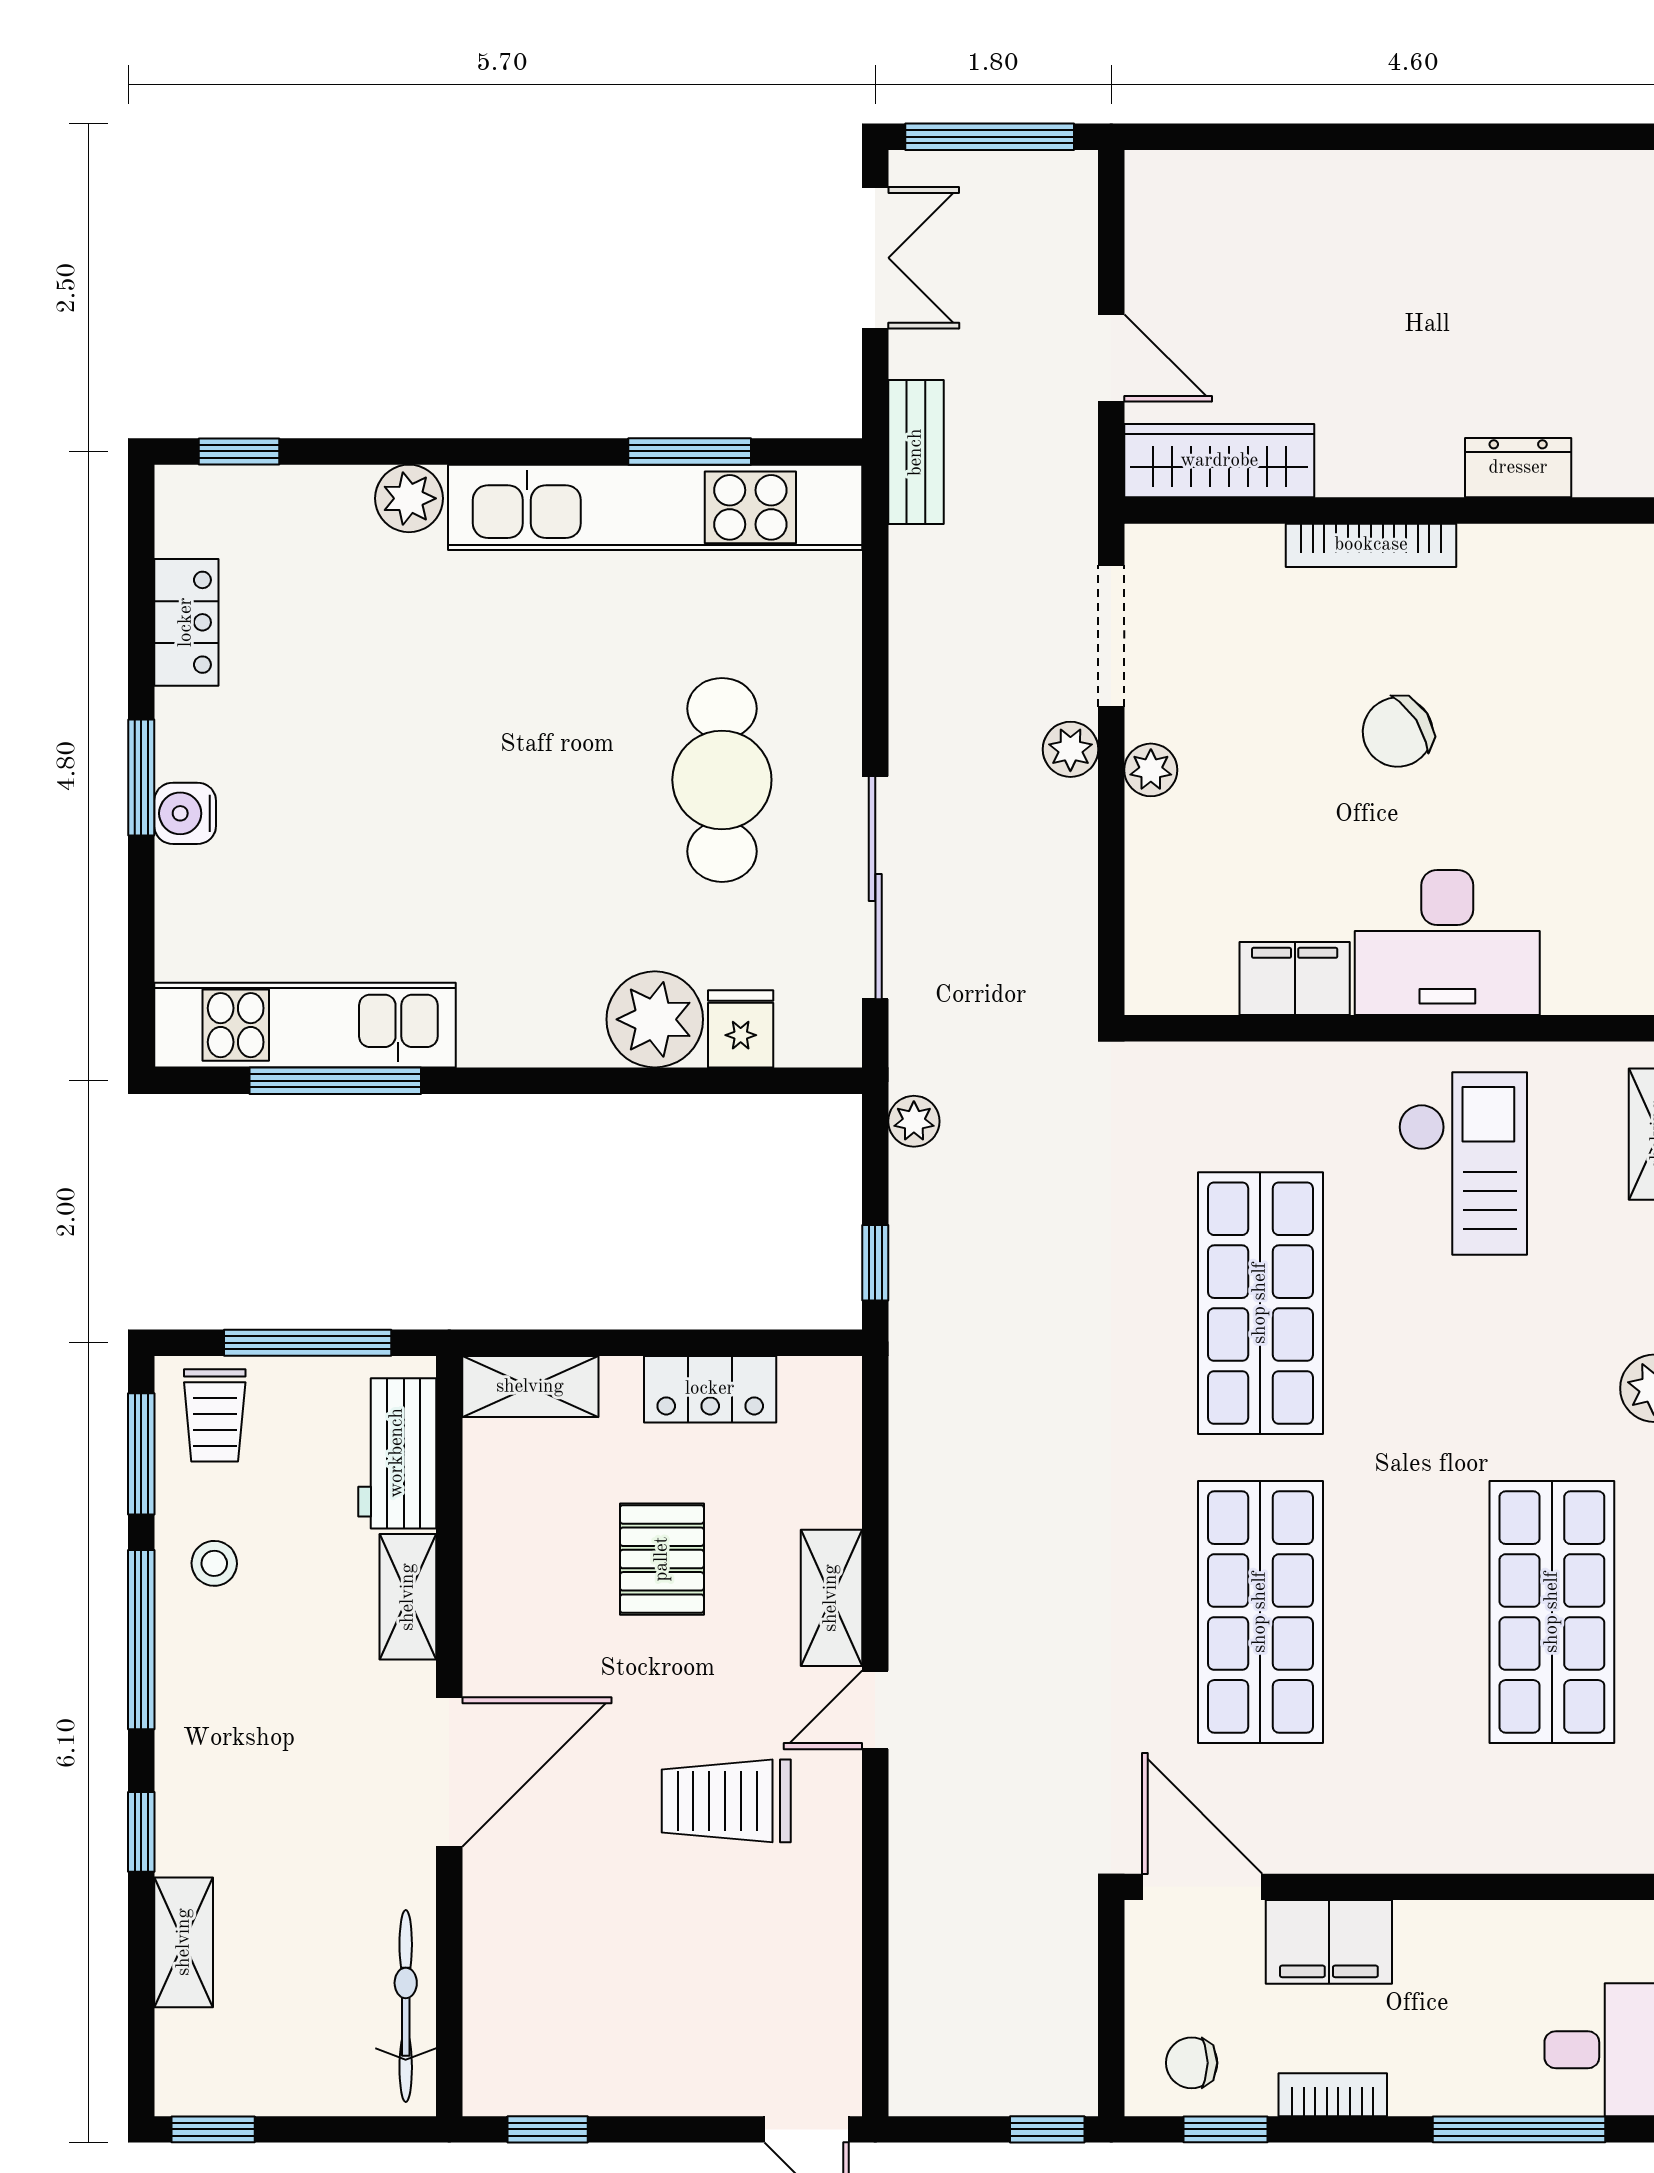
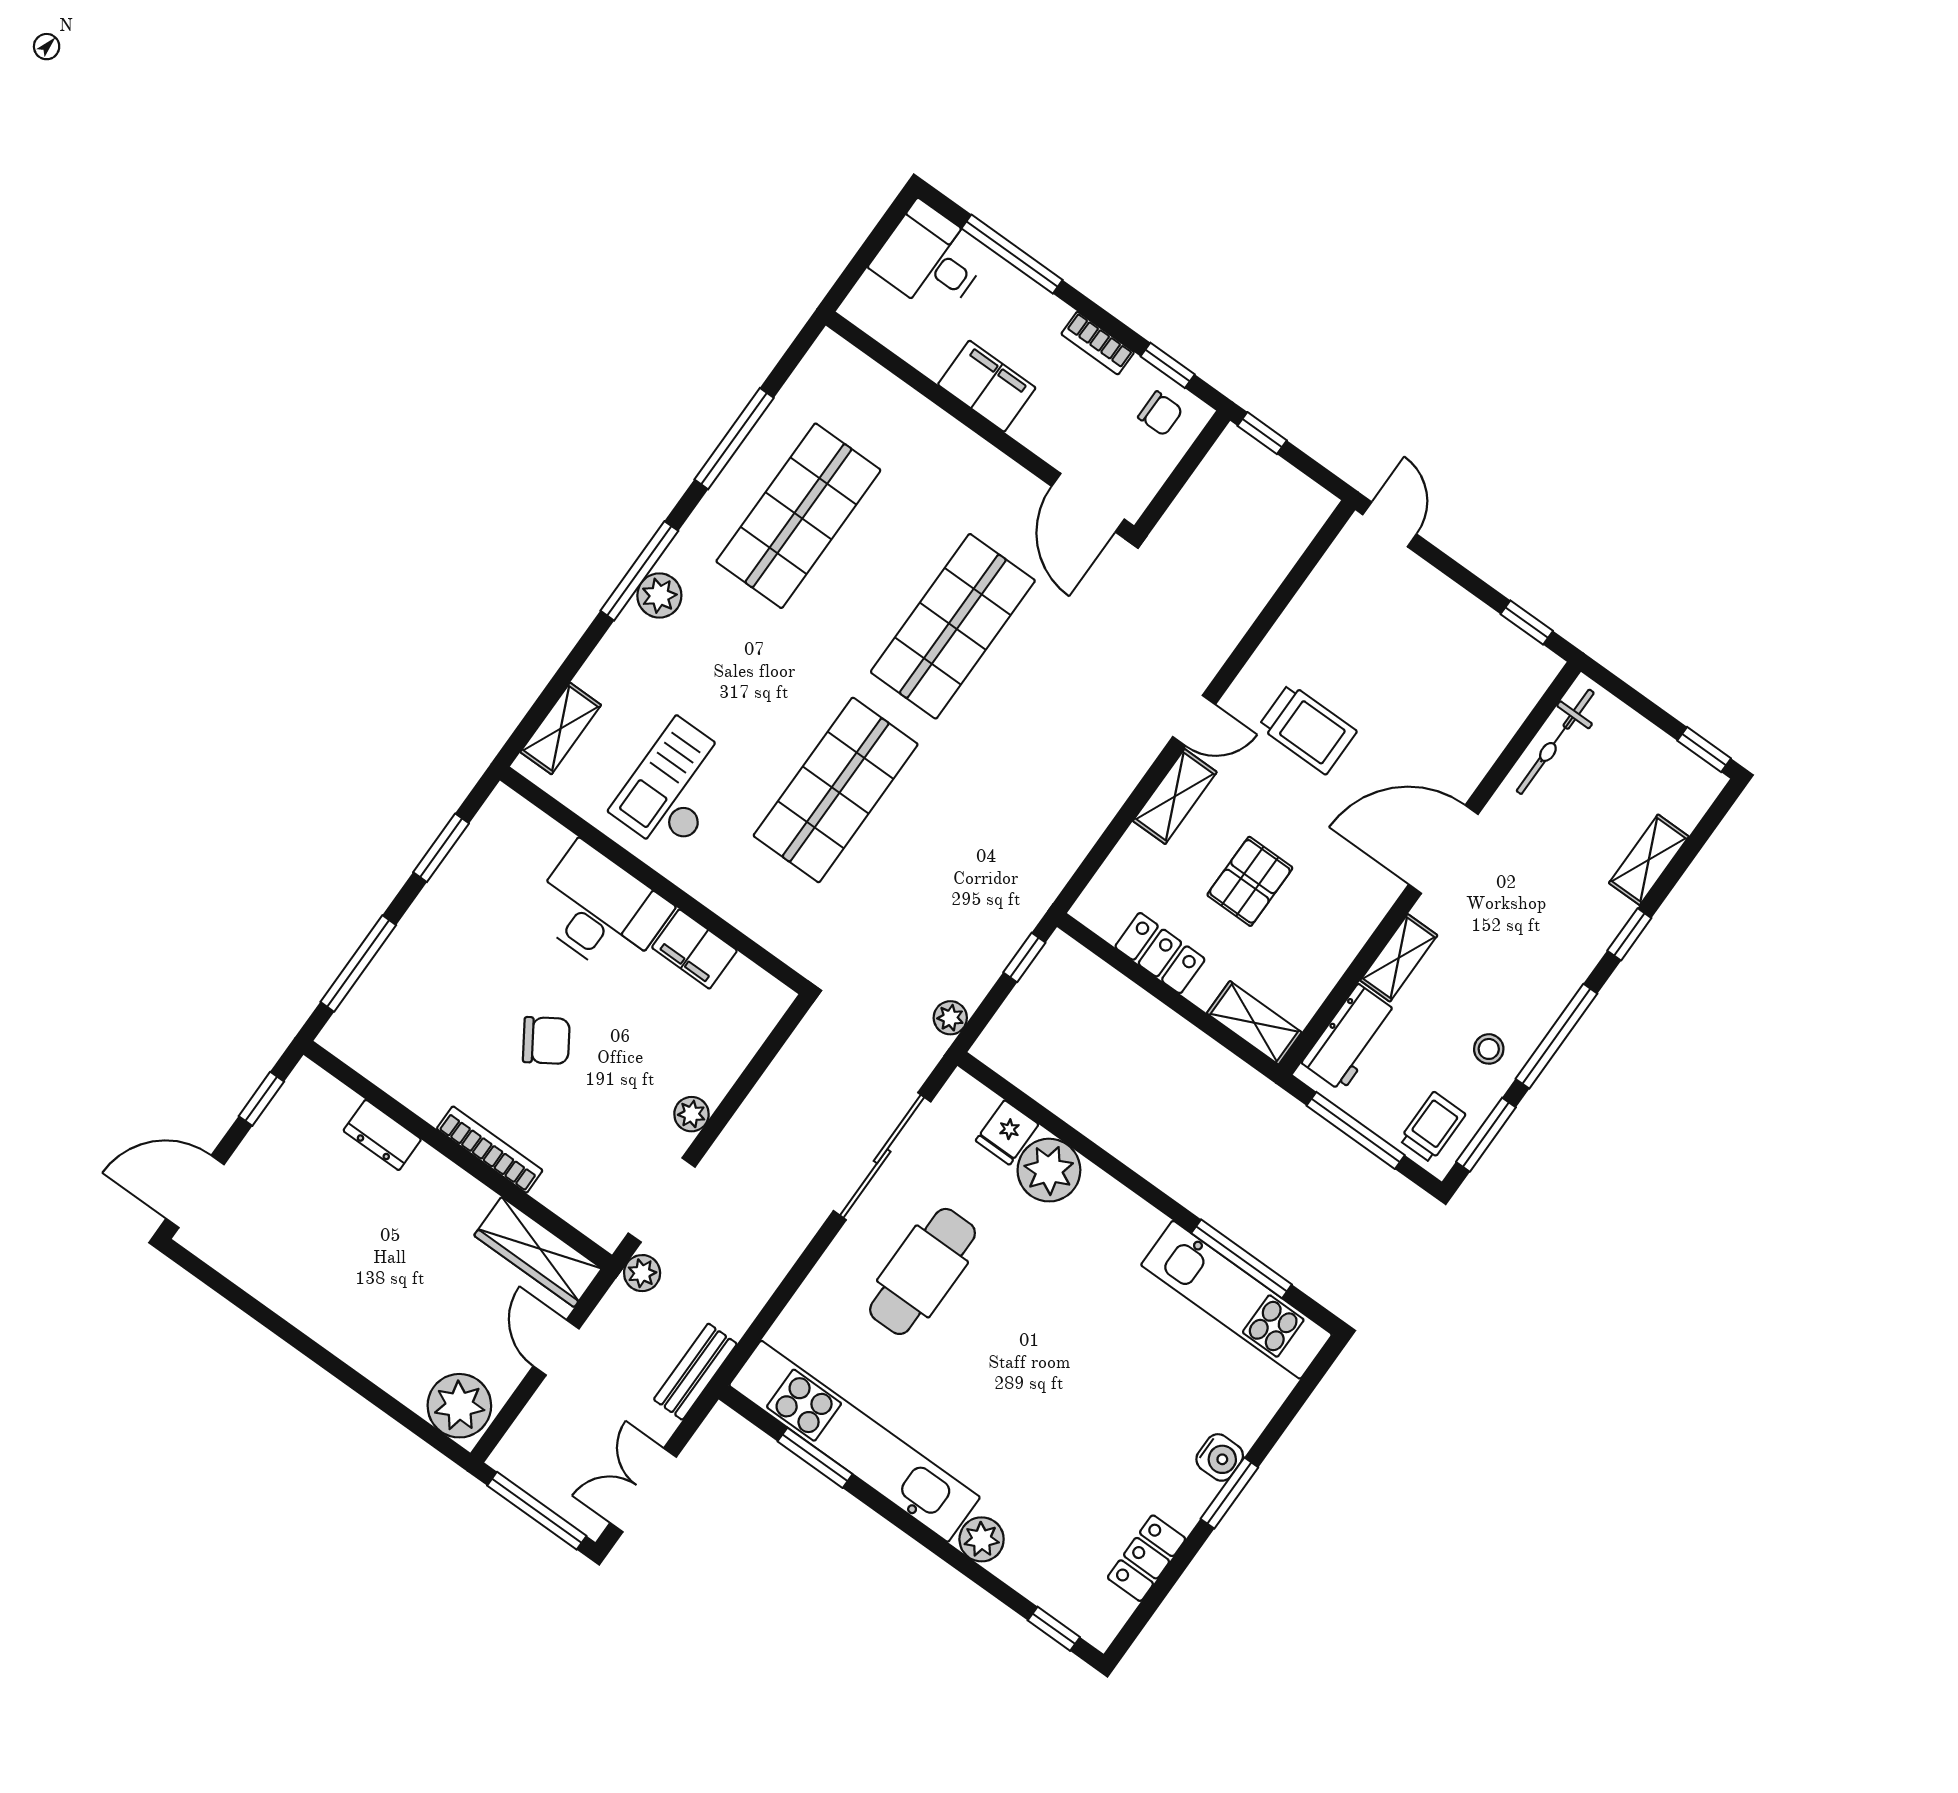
plant: (1180, 199) -> (459, 1406), added
plant: (1070, 749) -> (642, 1273), moved
filing cabinet: (1329, 1942) -> (987, 386), moved

